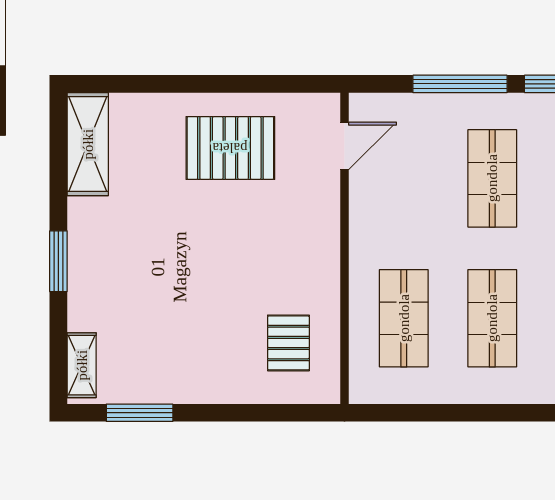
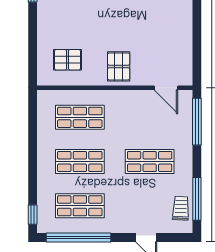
window: (460, 84) -> (197, 122), moved
pallet: (230, 148) -> (119, 66), moved, width x0.67, depth x0.71

